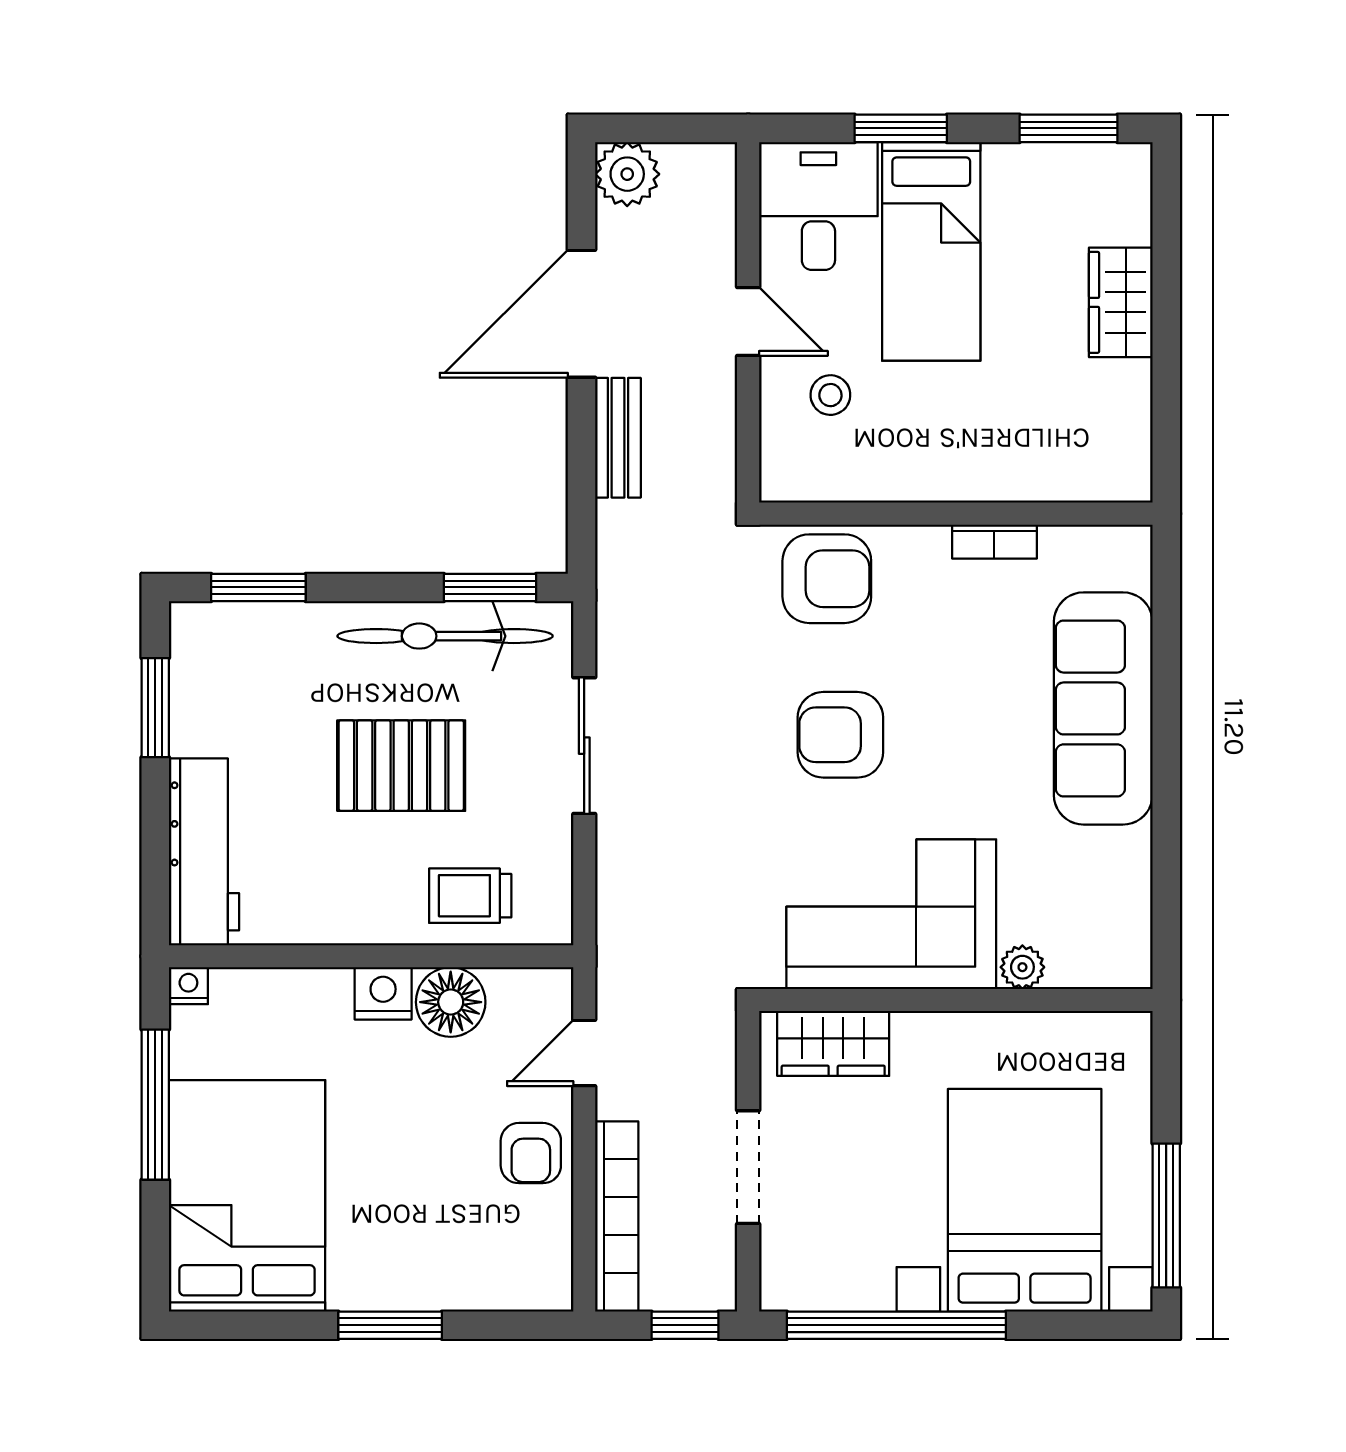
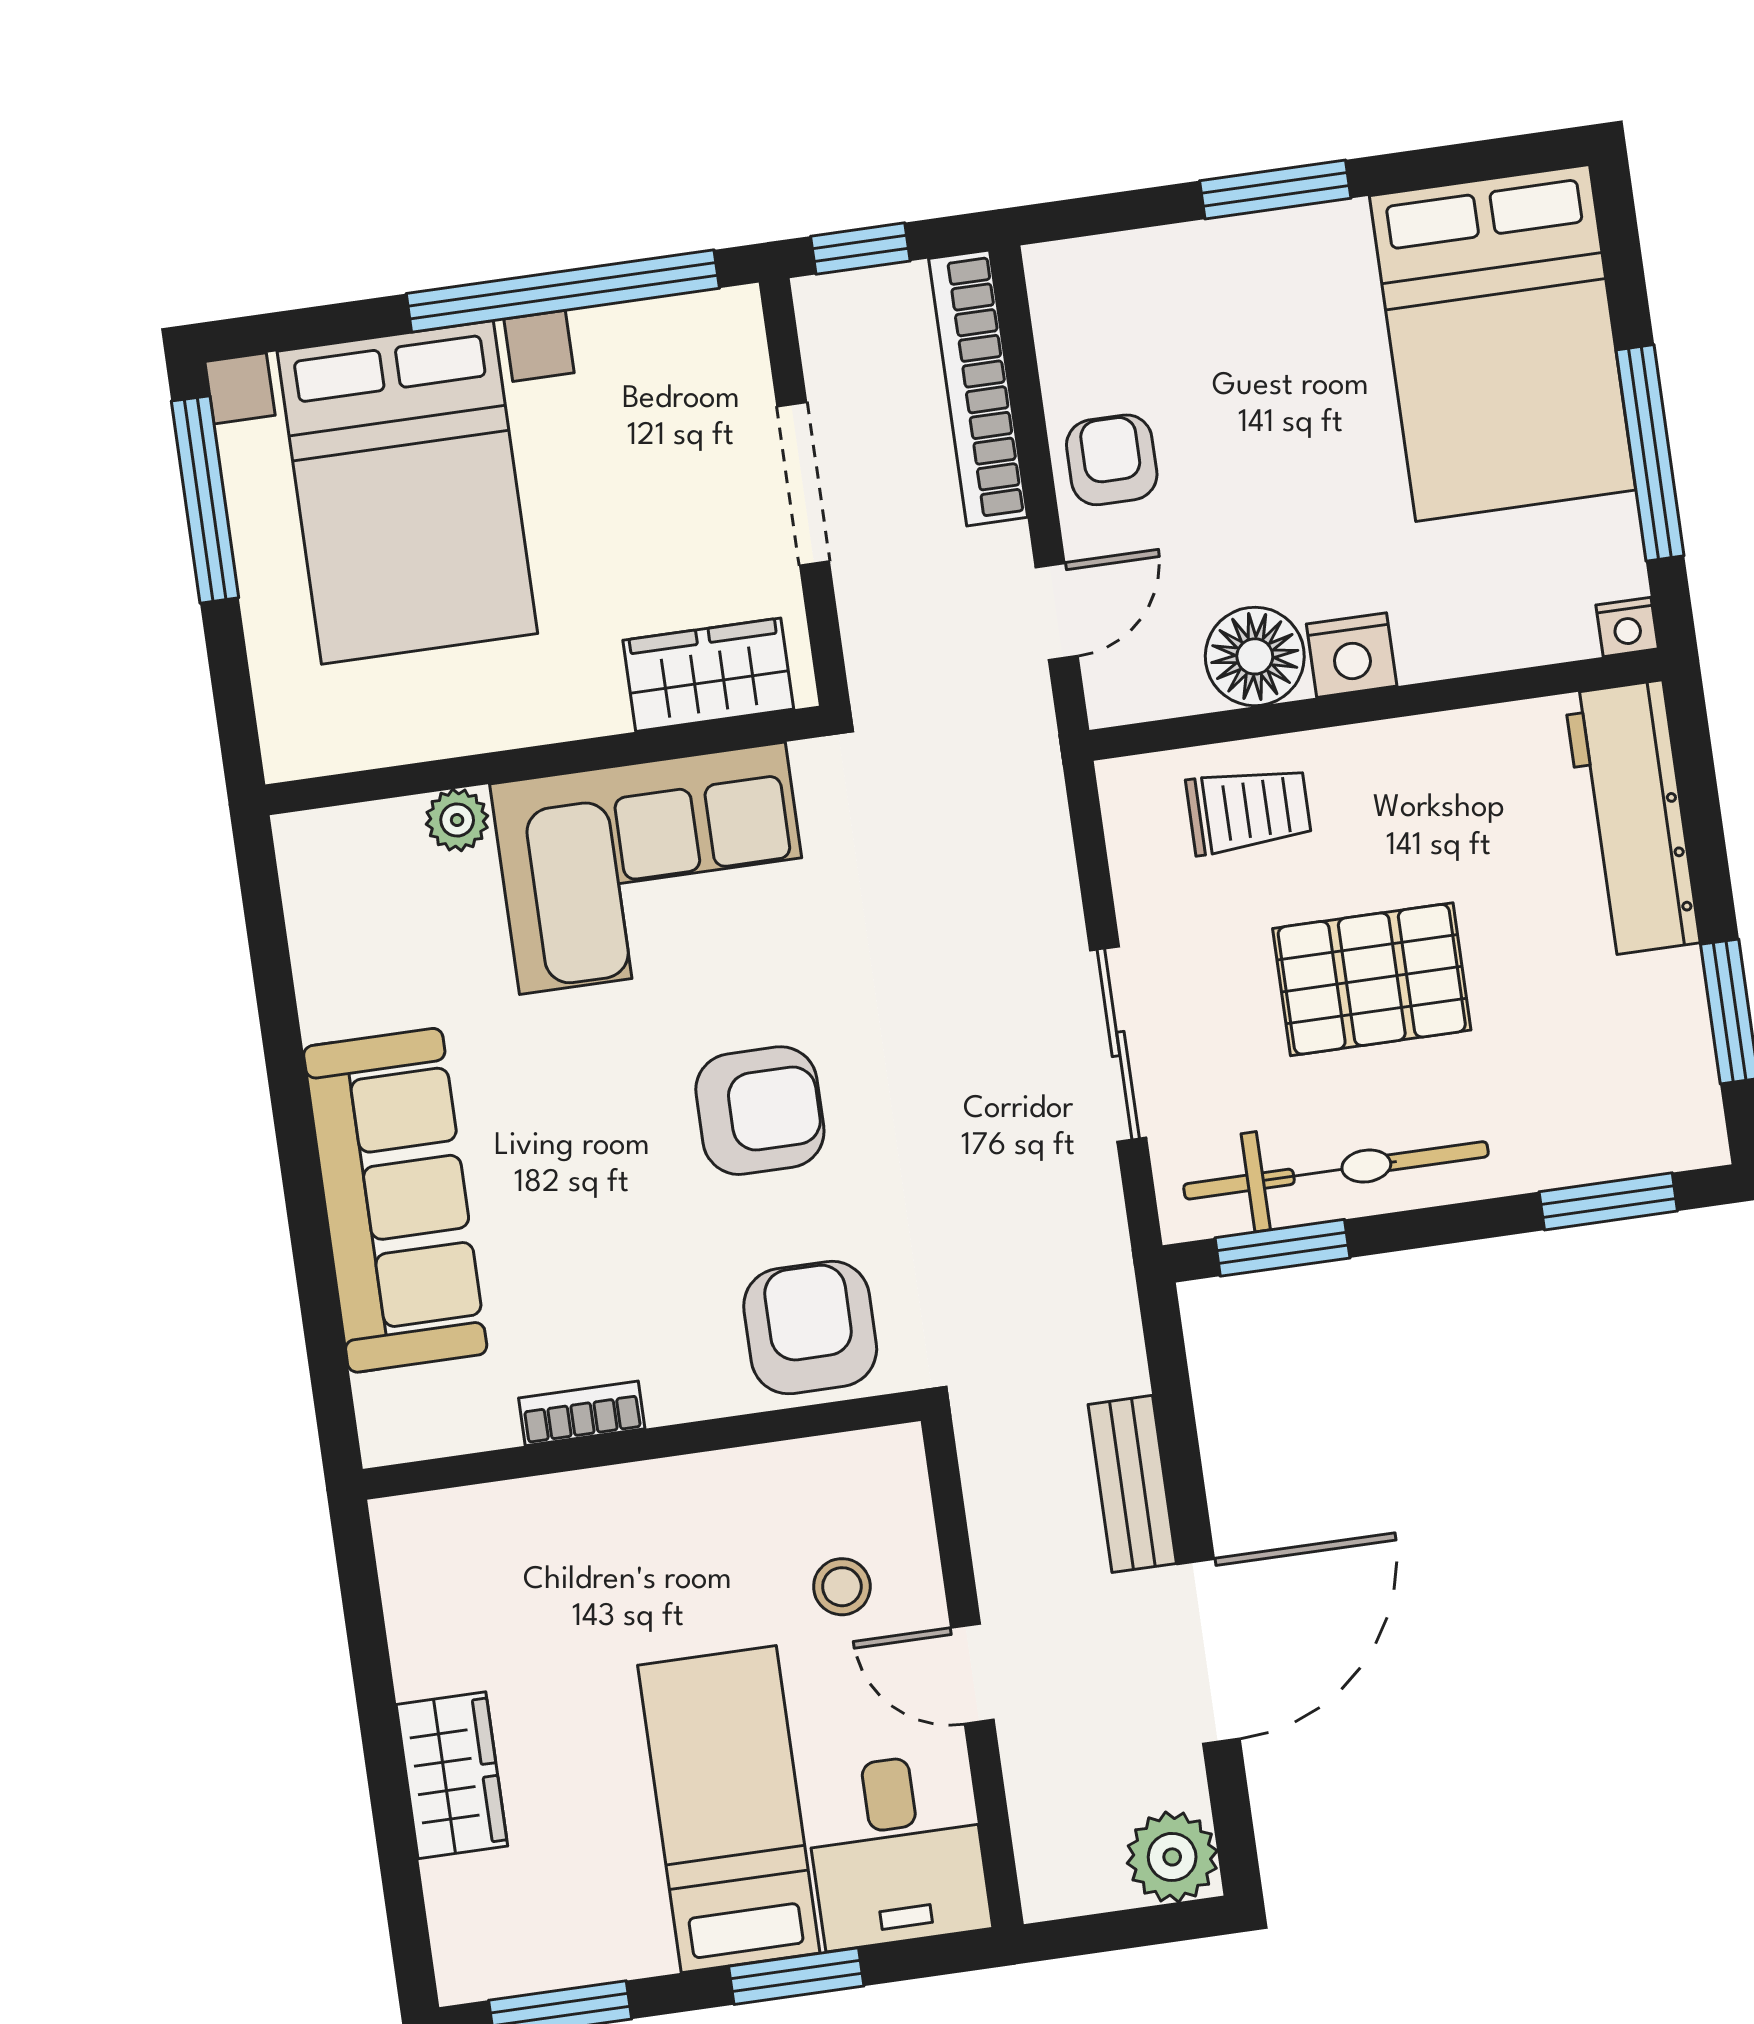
armchair: (827, 579) -> (810, 1328), turned 90

